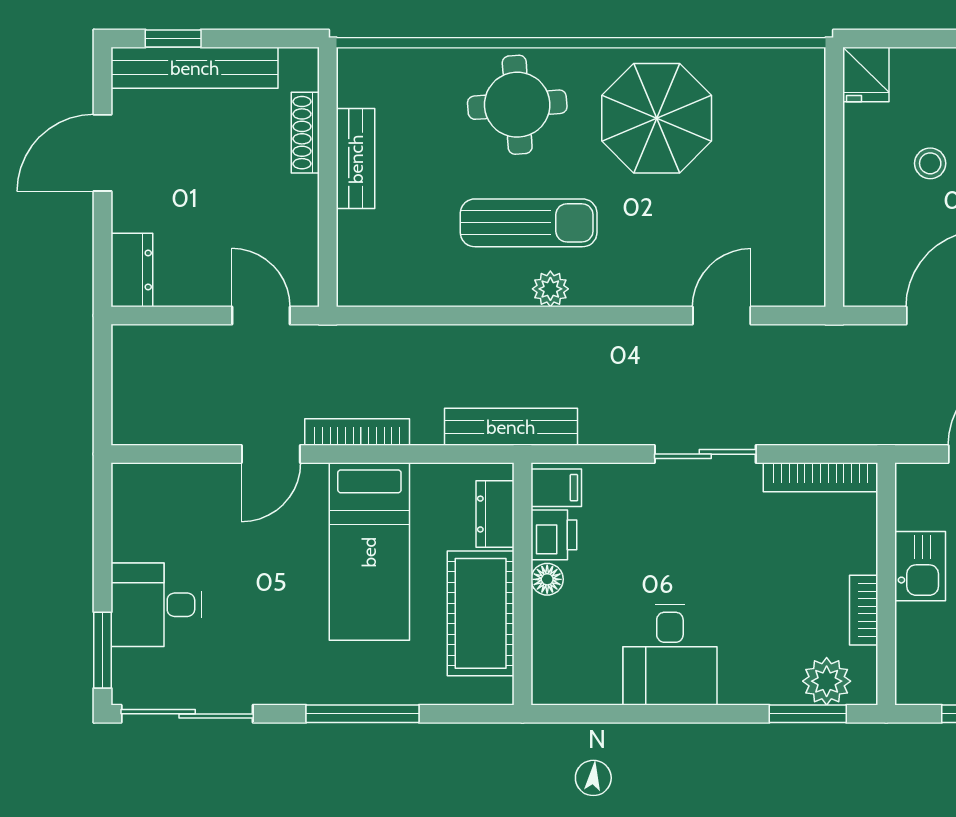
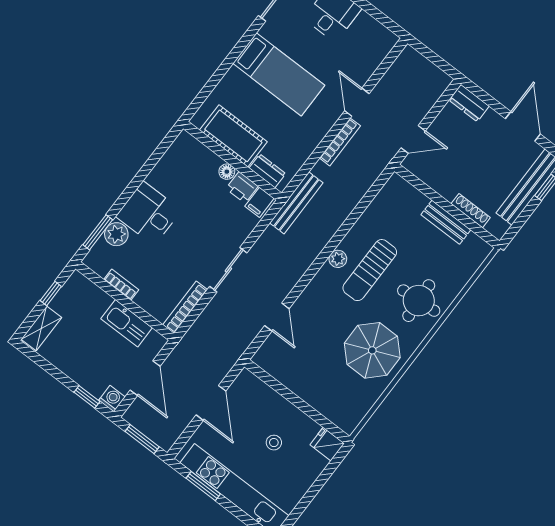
bed: (369, 552) -> (279, 74), moved, turned 180
kitchen sink: (920, 566) -> (127, 323), width x1.38
desk: (670, 655) -> (149, 213), moved
plant: (827, 681) -> (116, 234), moved
window: (363, 714) -> (230, 61), removed

